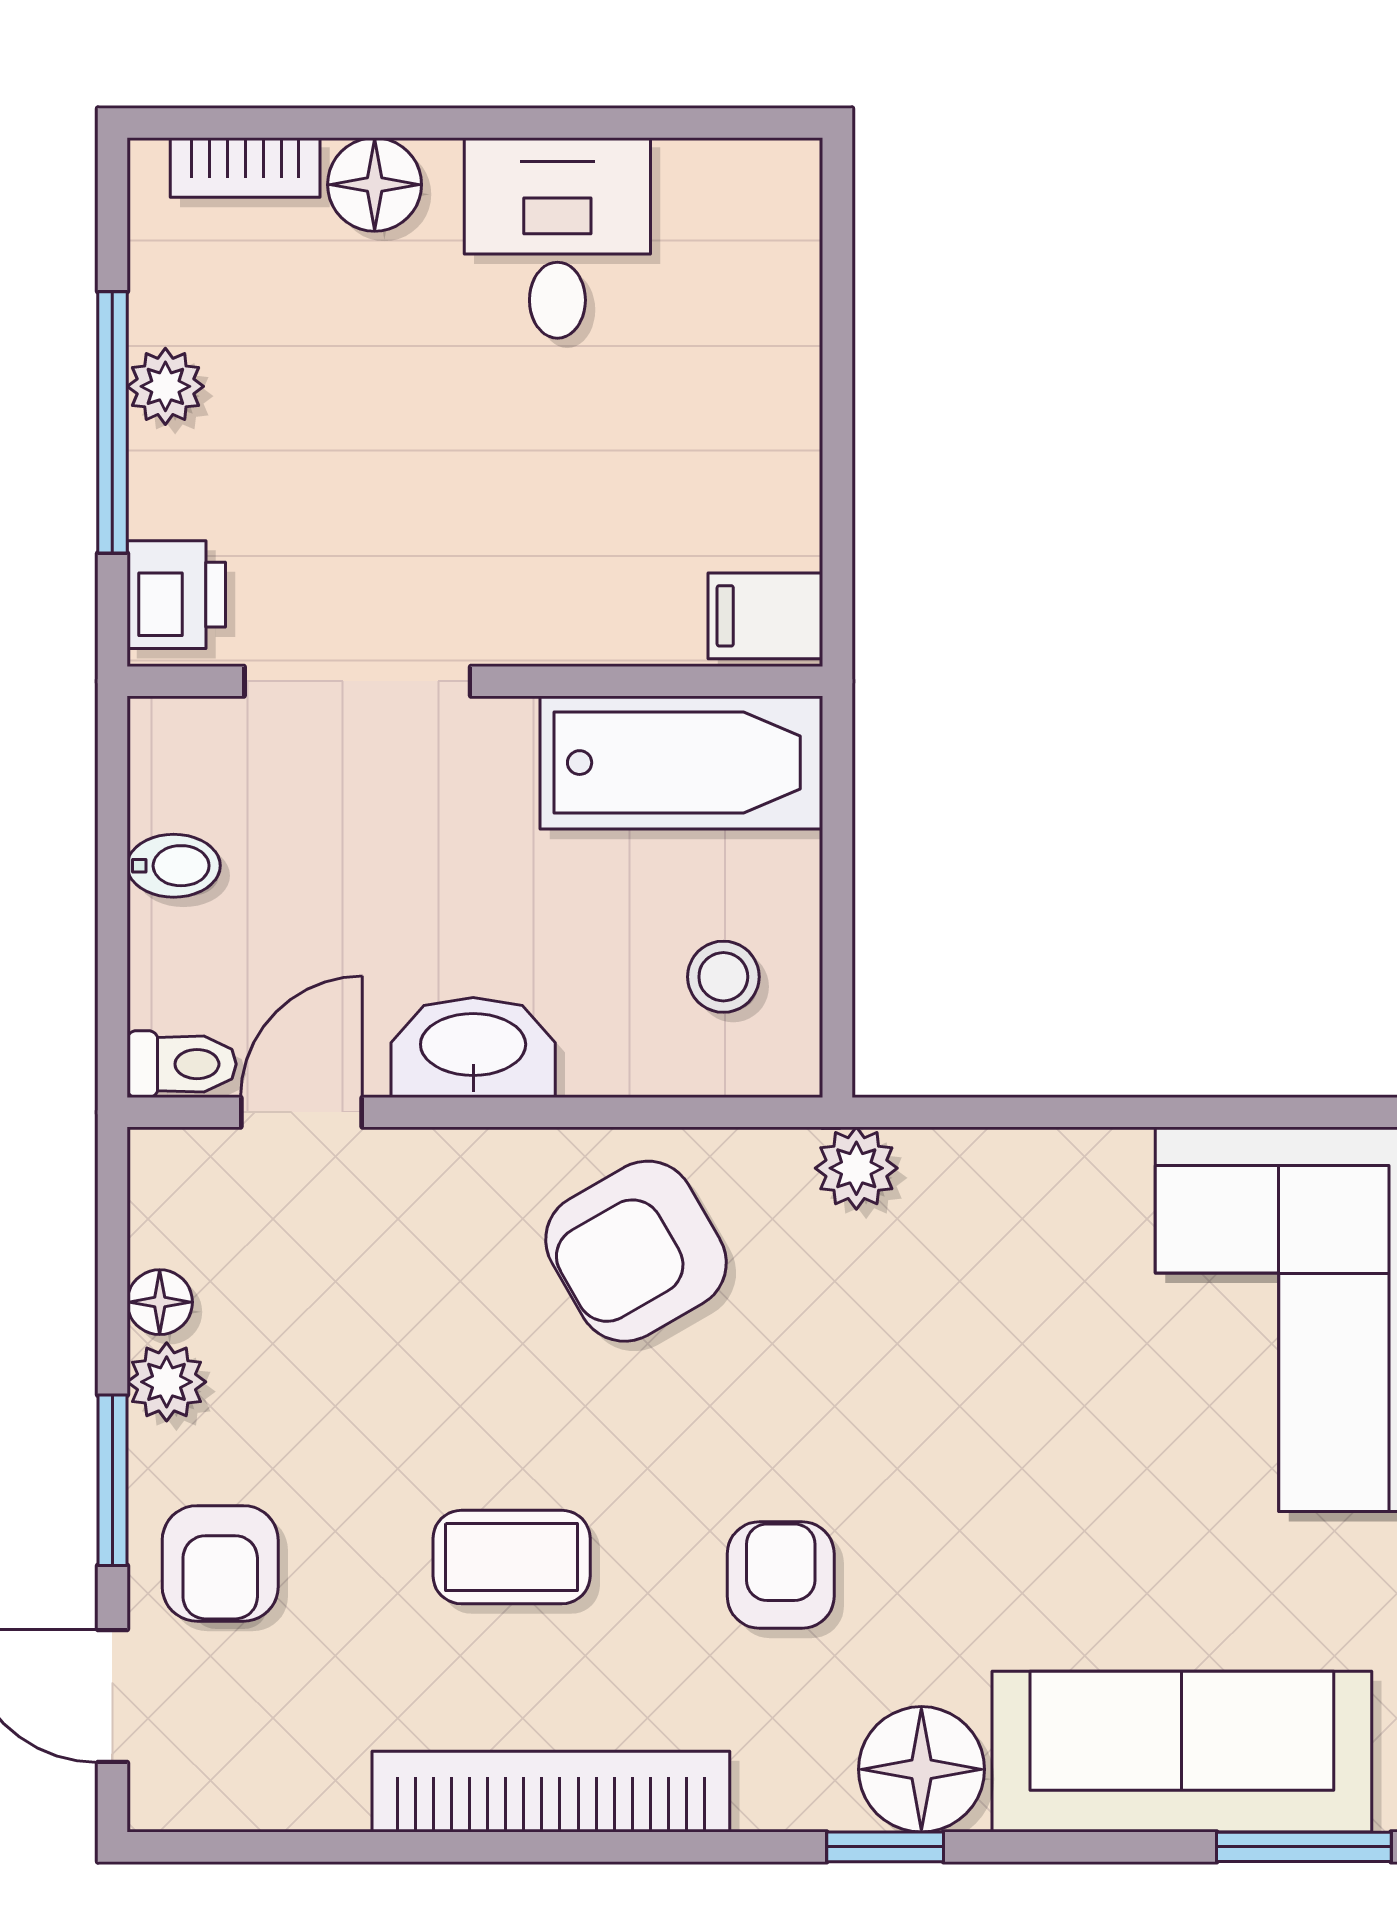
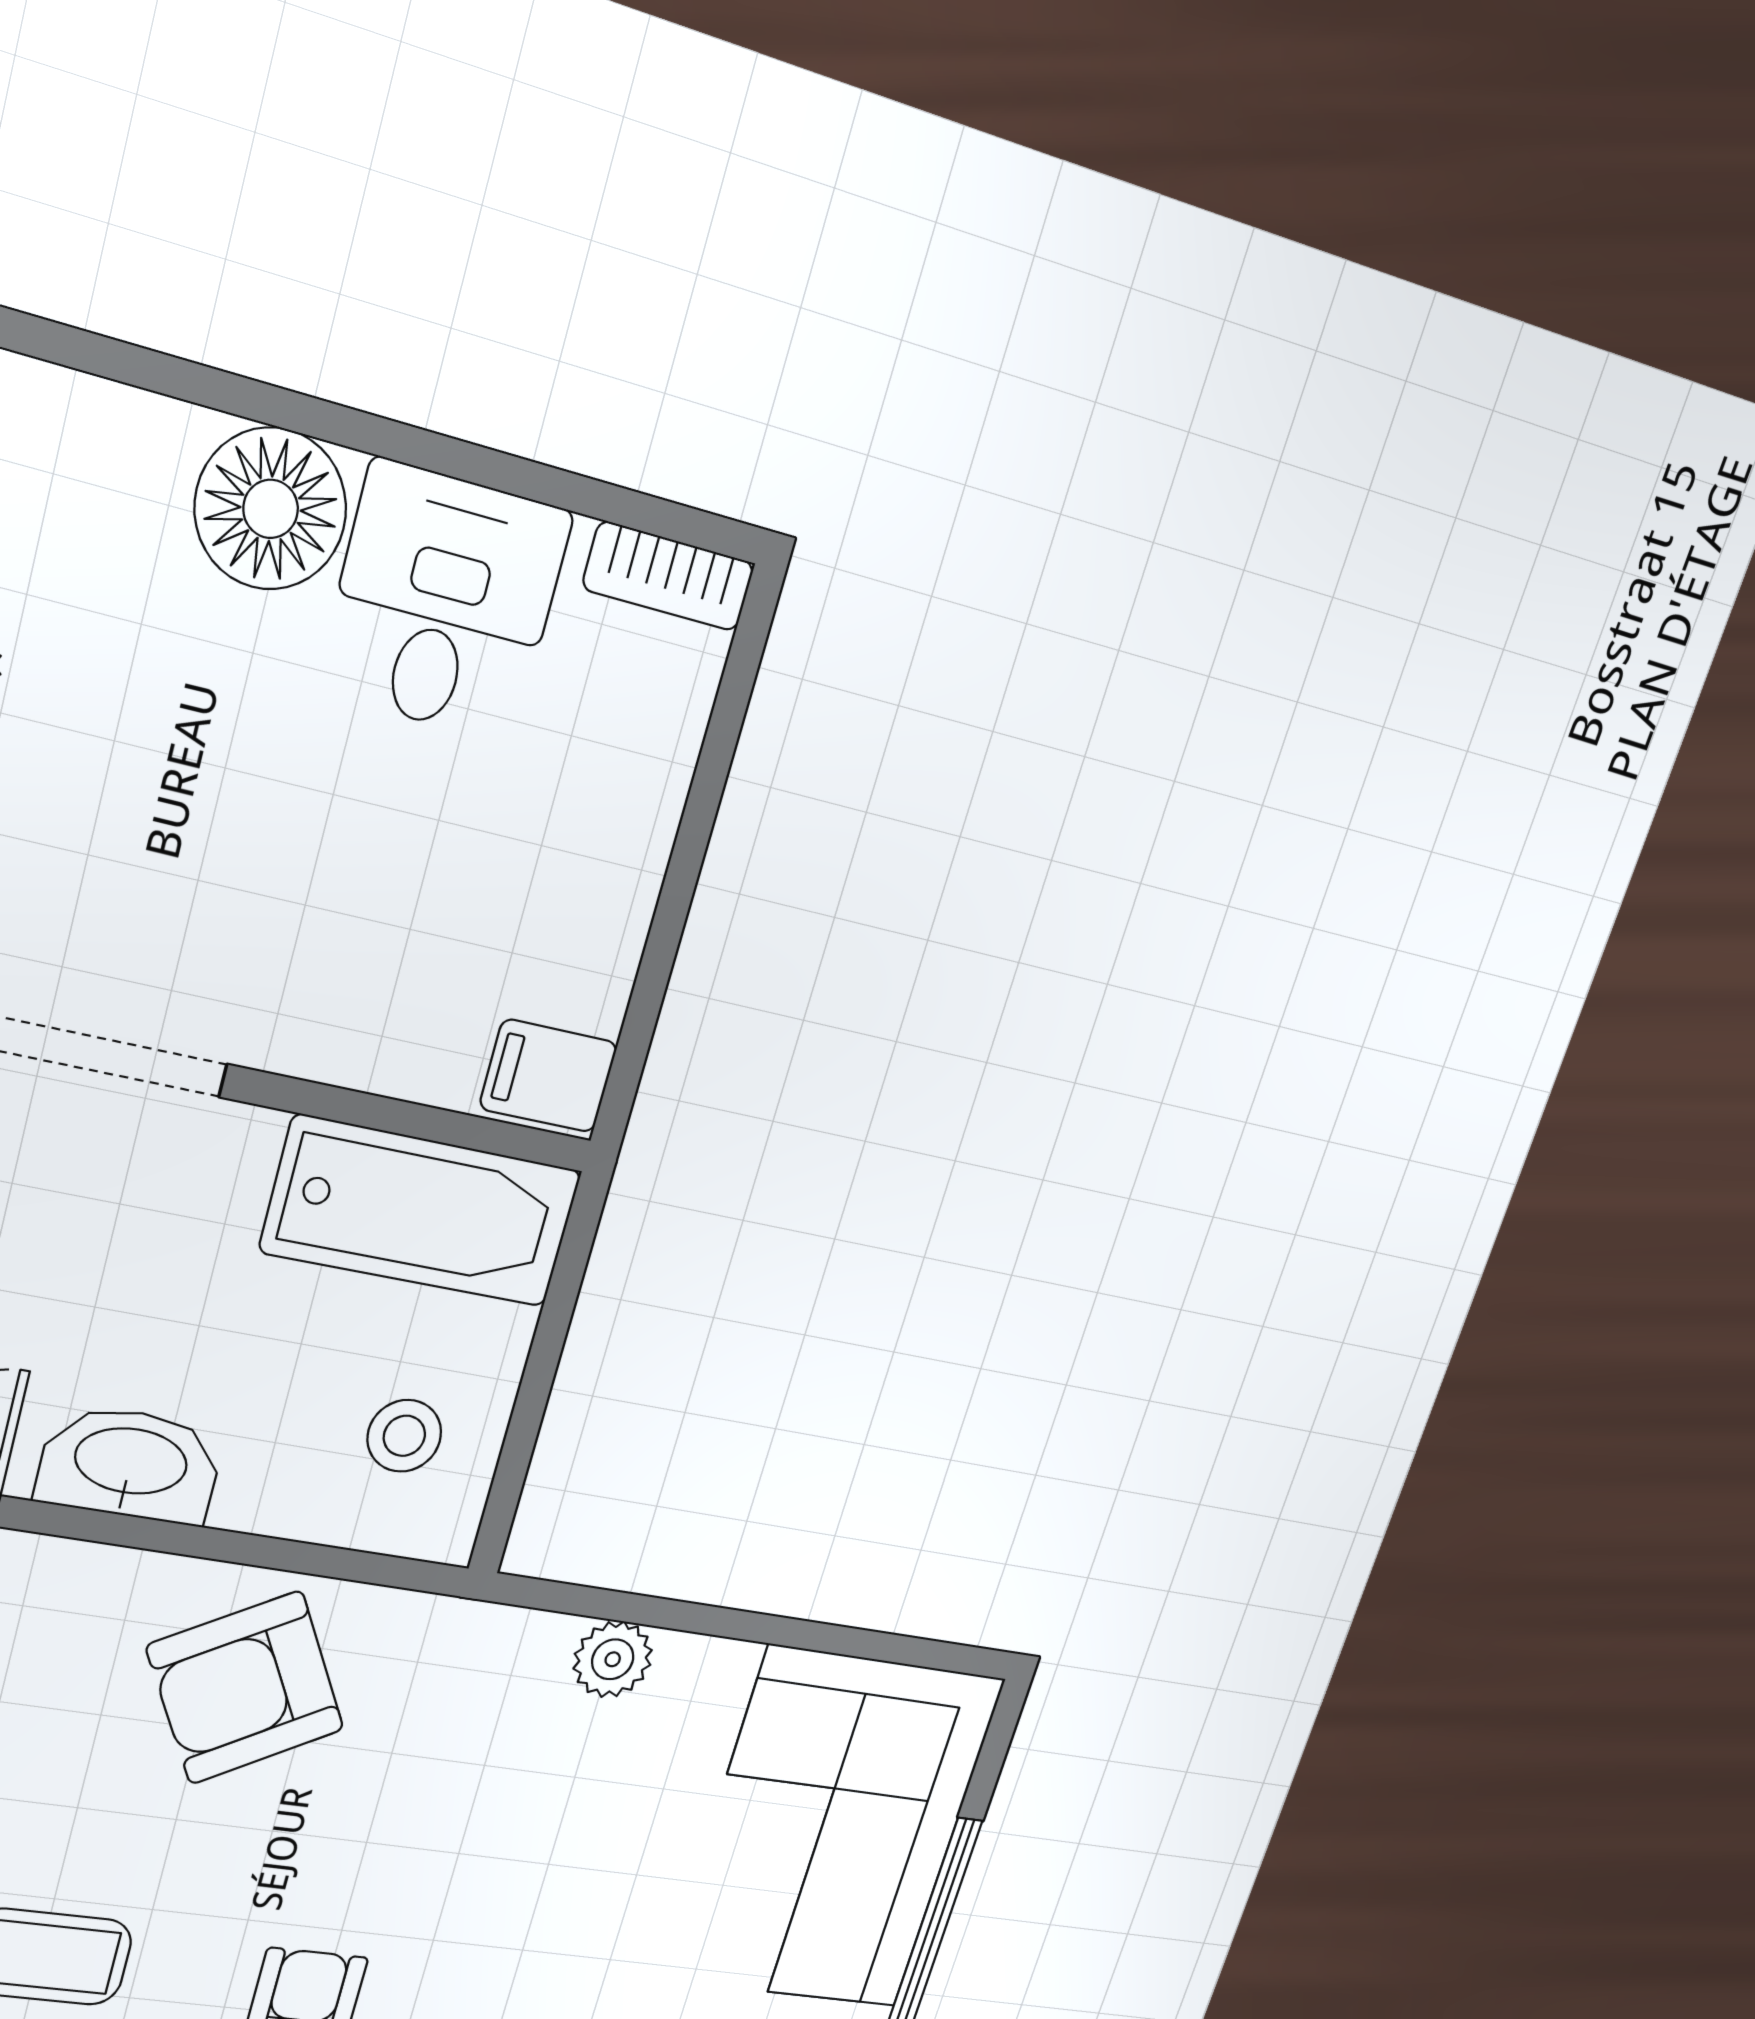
bookcase: (245, 168) -> (668, 576), moved
floor lamp: (375, 185) -> (271, 509), width x1.38, depth x1.38
plant: (856, 1168) -> (613, 1659), moved

